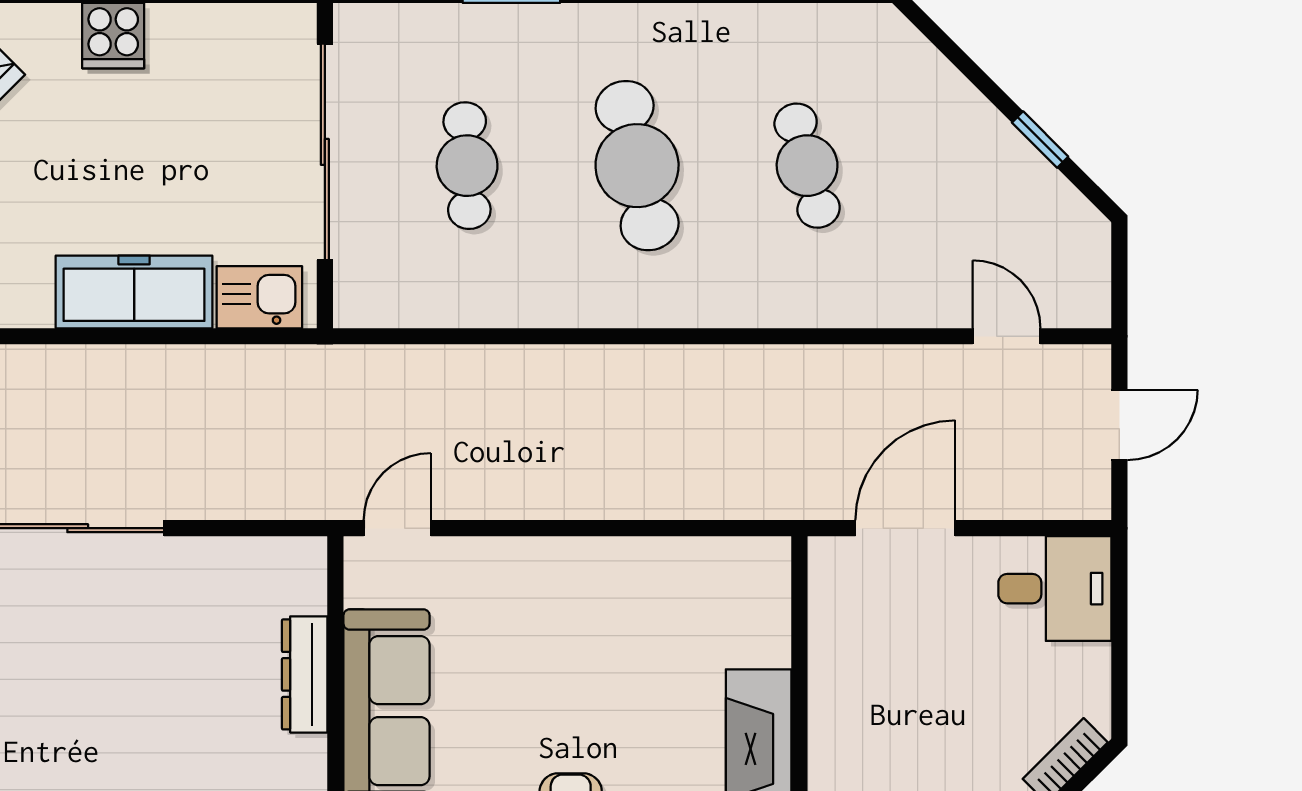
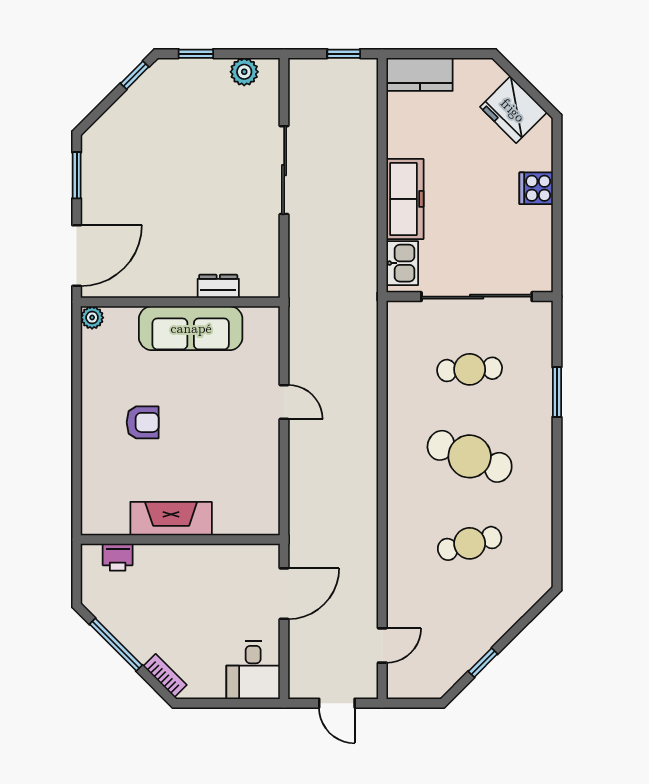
cafe table: (637, 166) -> (470, 456), turned 33
door: (397, 528) -> (284, 402), moved
door: (905, 528) -> (284, 594), hinge flipped
dresser: (305, 674) -> (218, 286), width x0.70

